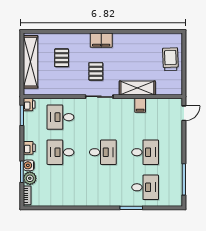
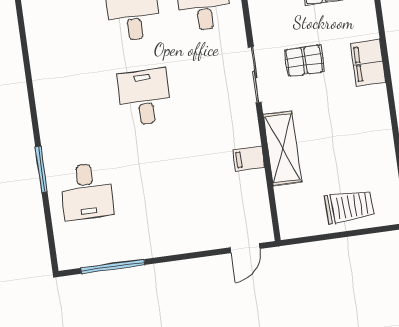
door: (184, 113) -> (245, 248), hinge flipped
desk: (103, 152) -> (145, 97), turned 180
desk: (145, 152) -> (156, 182), removed

